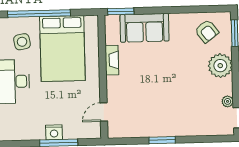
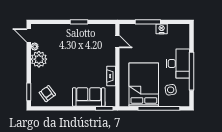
plant: (220, 66) -> (39, 59), moved
door: (104, 112) -> (117, 42), hinge flipped
nightstand: (54, 132) -> (162, 29), moved

